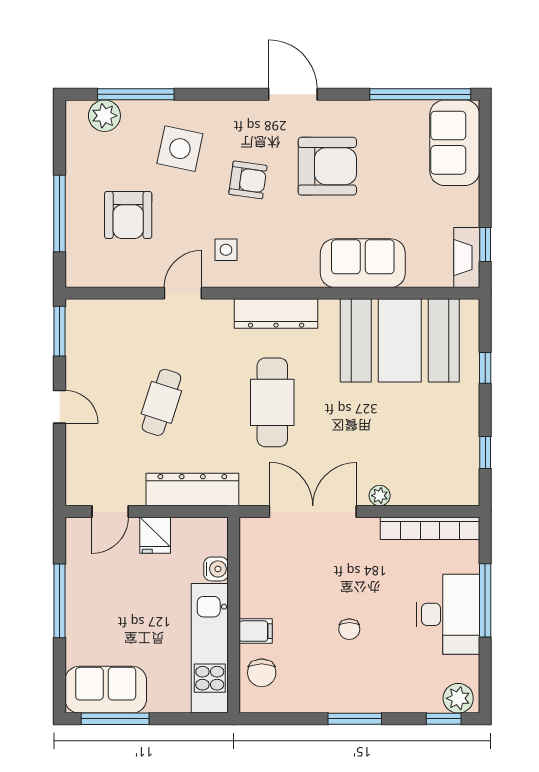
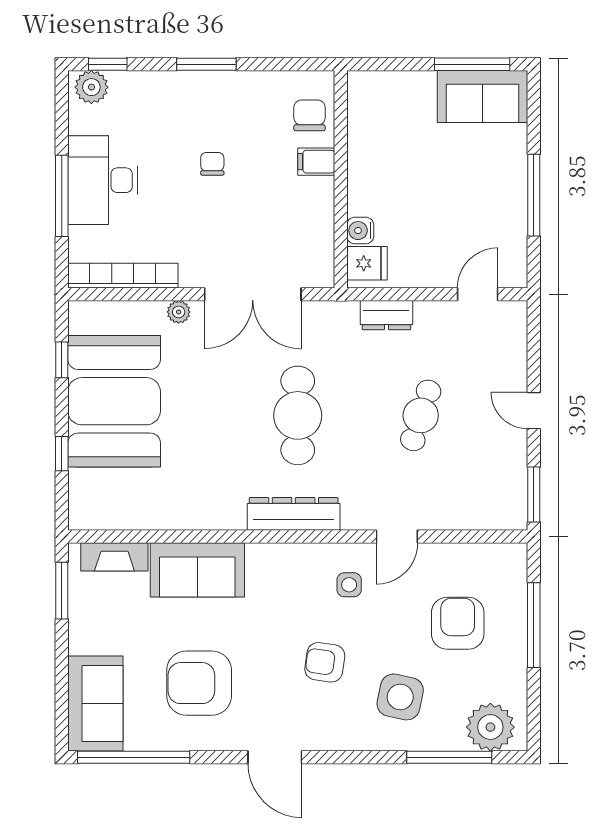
plant: (104, 116) -> (490, 727), width x1.36, depth x1.36
armchair: (327, 166) -> (199, 683), moved
window: (485, 244) -> (62, 591), width x1.50
fireplace: (467, 258) -> (114, 557), moved, turned 90
booth: (400, 340) -> (114, 401), moved, turned 90
dresser: (192, 490) -> (386, 315), width x0.51, depth x0.80
fridge: (155, 535) -> (367, 263), moved, turned 90
kitchen unit: (210, 648) -> (367, 143), removed

